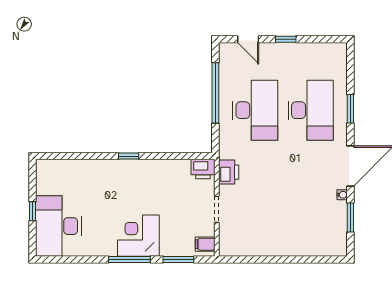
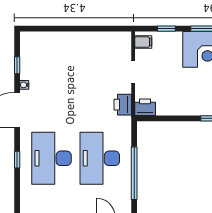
window: (350, 109) -> (17, 160), width x0.67
window: (350, 218) -> (17, 65), width x0.67
window: (178, 260) -> (166, 29), width x0.67

